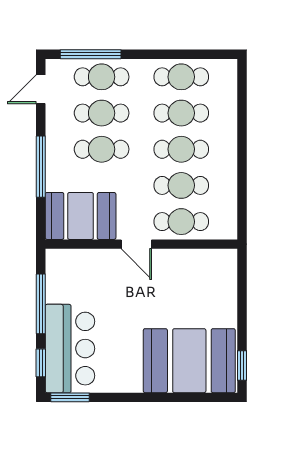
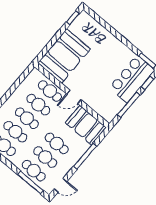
door: (136, 244) -> (74, 97), swing flipped
booth: (189, 361) -> (64, 56), moved, turned 90

